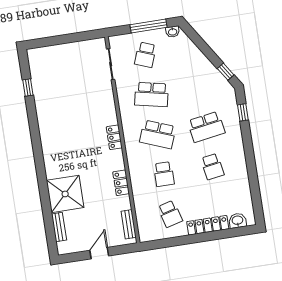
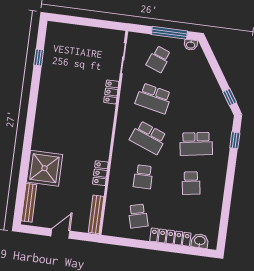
locker: (114, 137) -> (111, 92), moved
bench: (129, 224) -> (96, 214), width x1.36
bench: (59, 227) -> (29, 203), width x1.36

